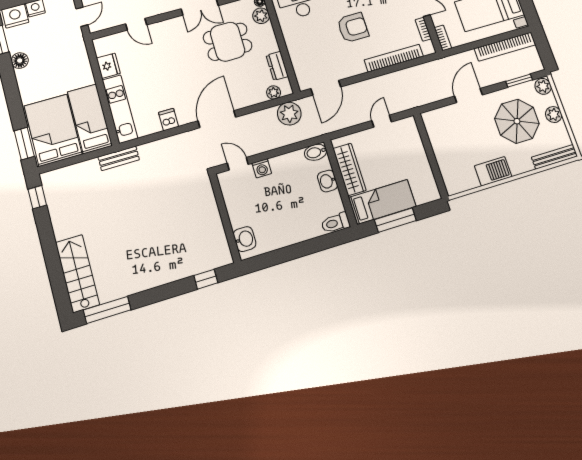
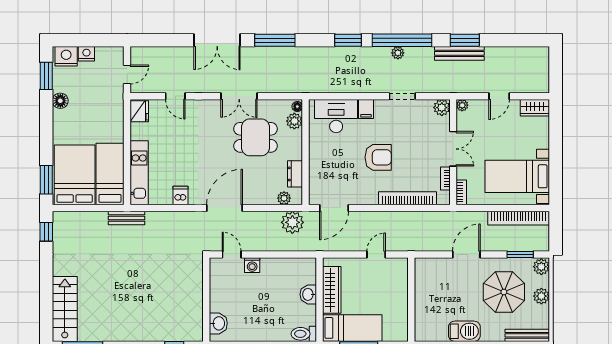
fridge: (108, 66) -> (139, 111), moved
bidet: (316, 152) -> (306, 265), removed

